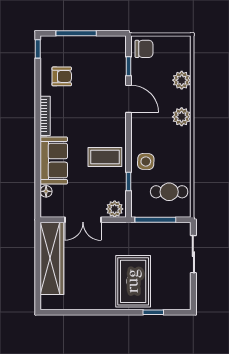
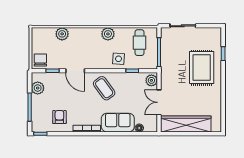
plant: (104, 45) -> (38, 88), added
door: (129, 99) -> (75, 71), swing flipped
plant: (182, 117) -> (108, 34), moved
coffee table: (105, 157) -> (104, 88), moved, turned -36
double door: (83, 220) -> (159, 102), swing flipped
rug: (133, 281) -> (202, 68), turned 90

